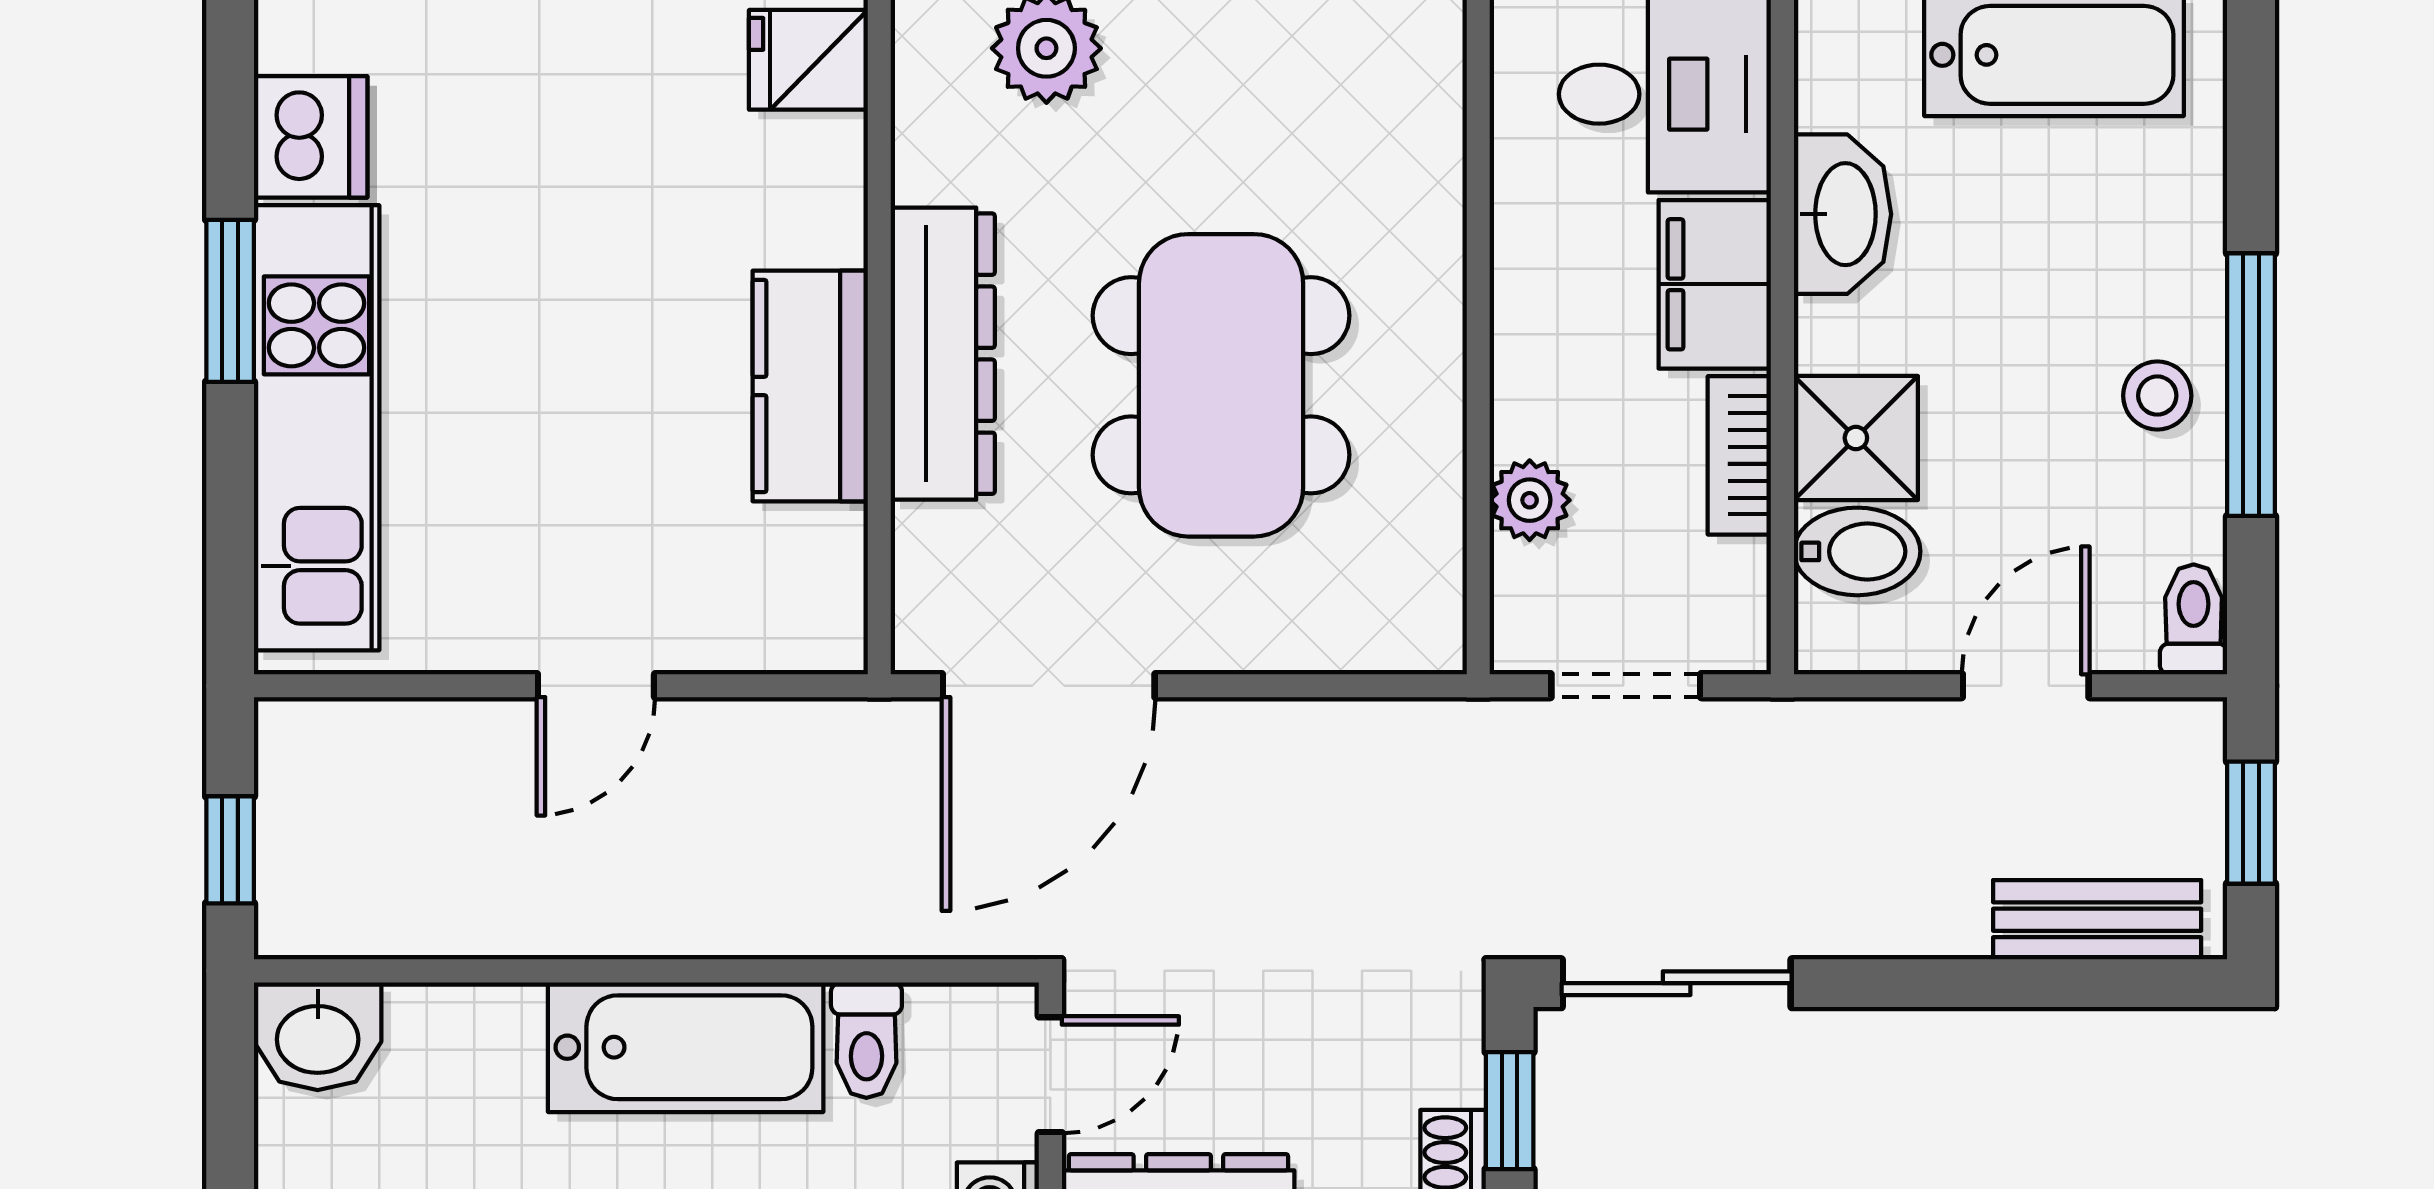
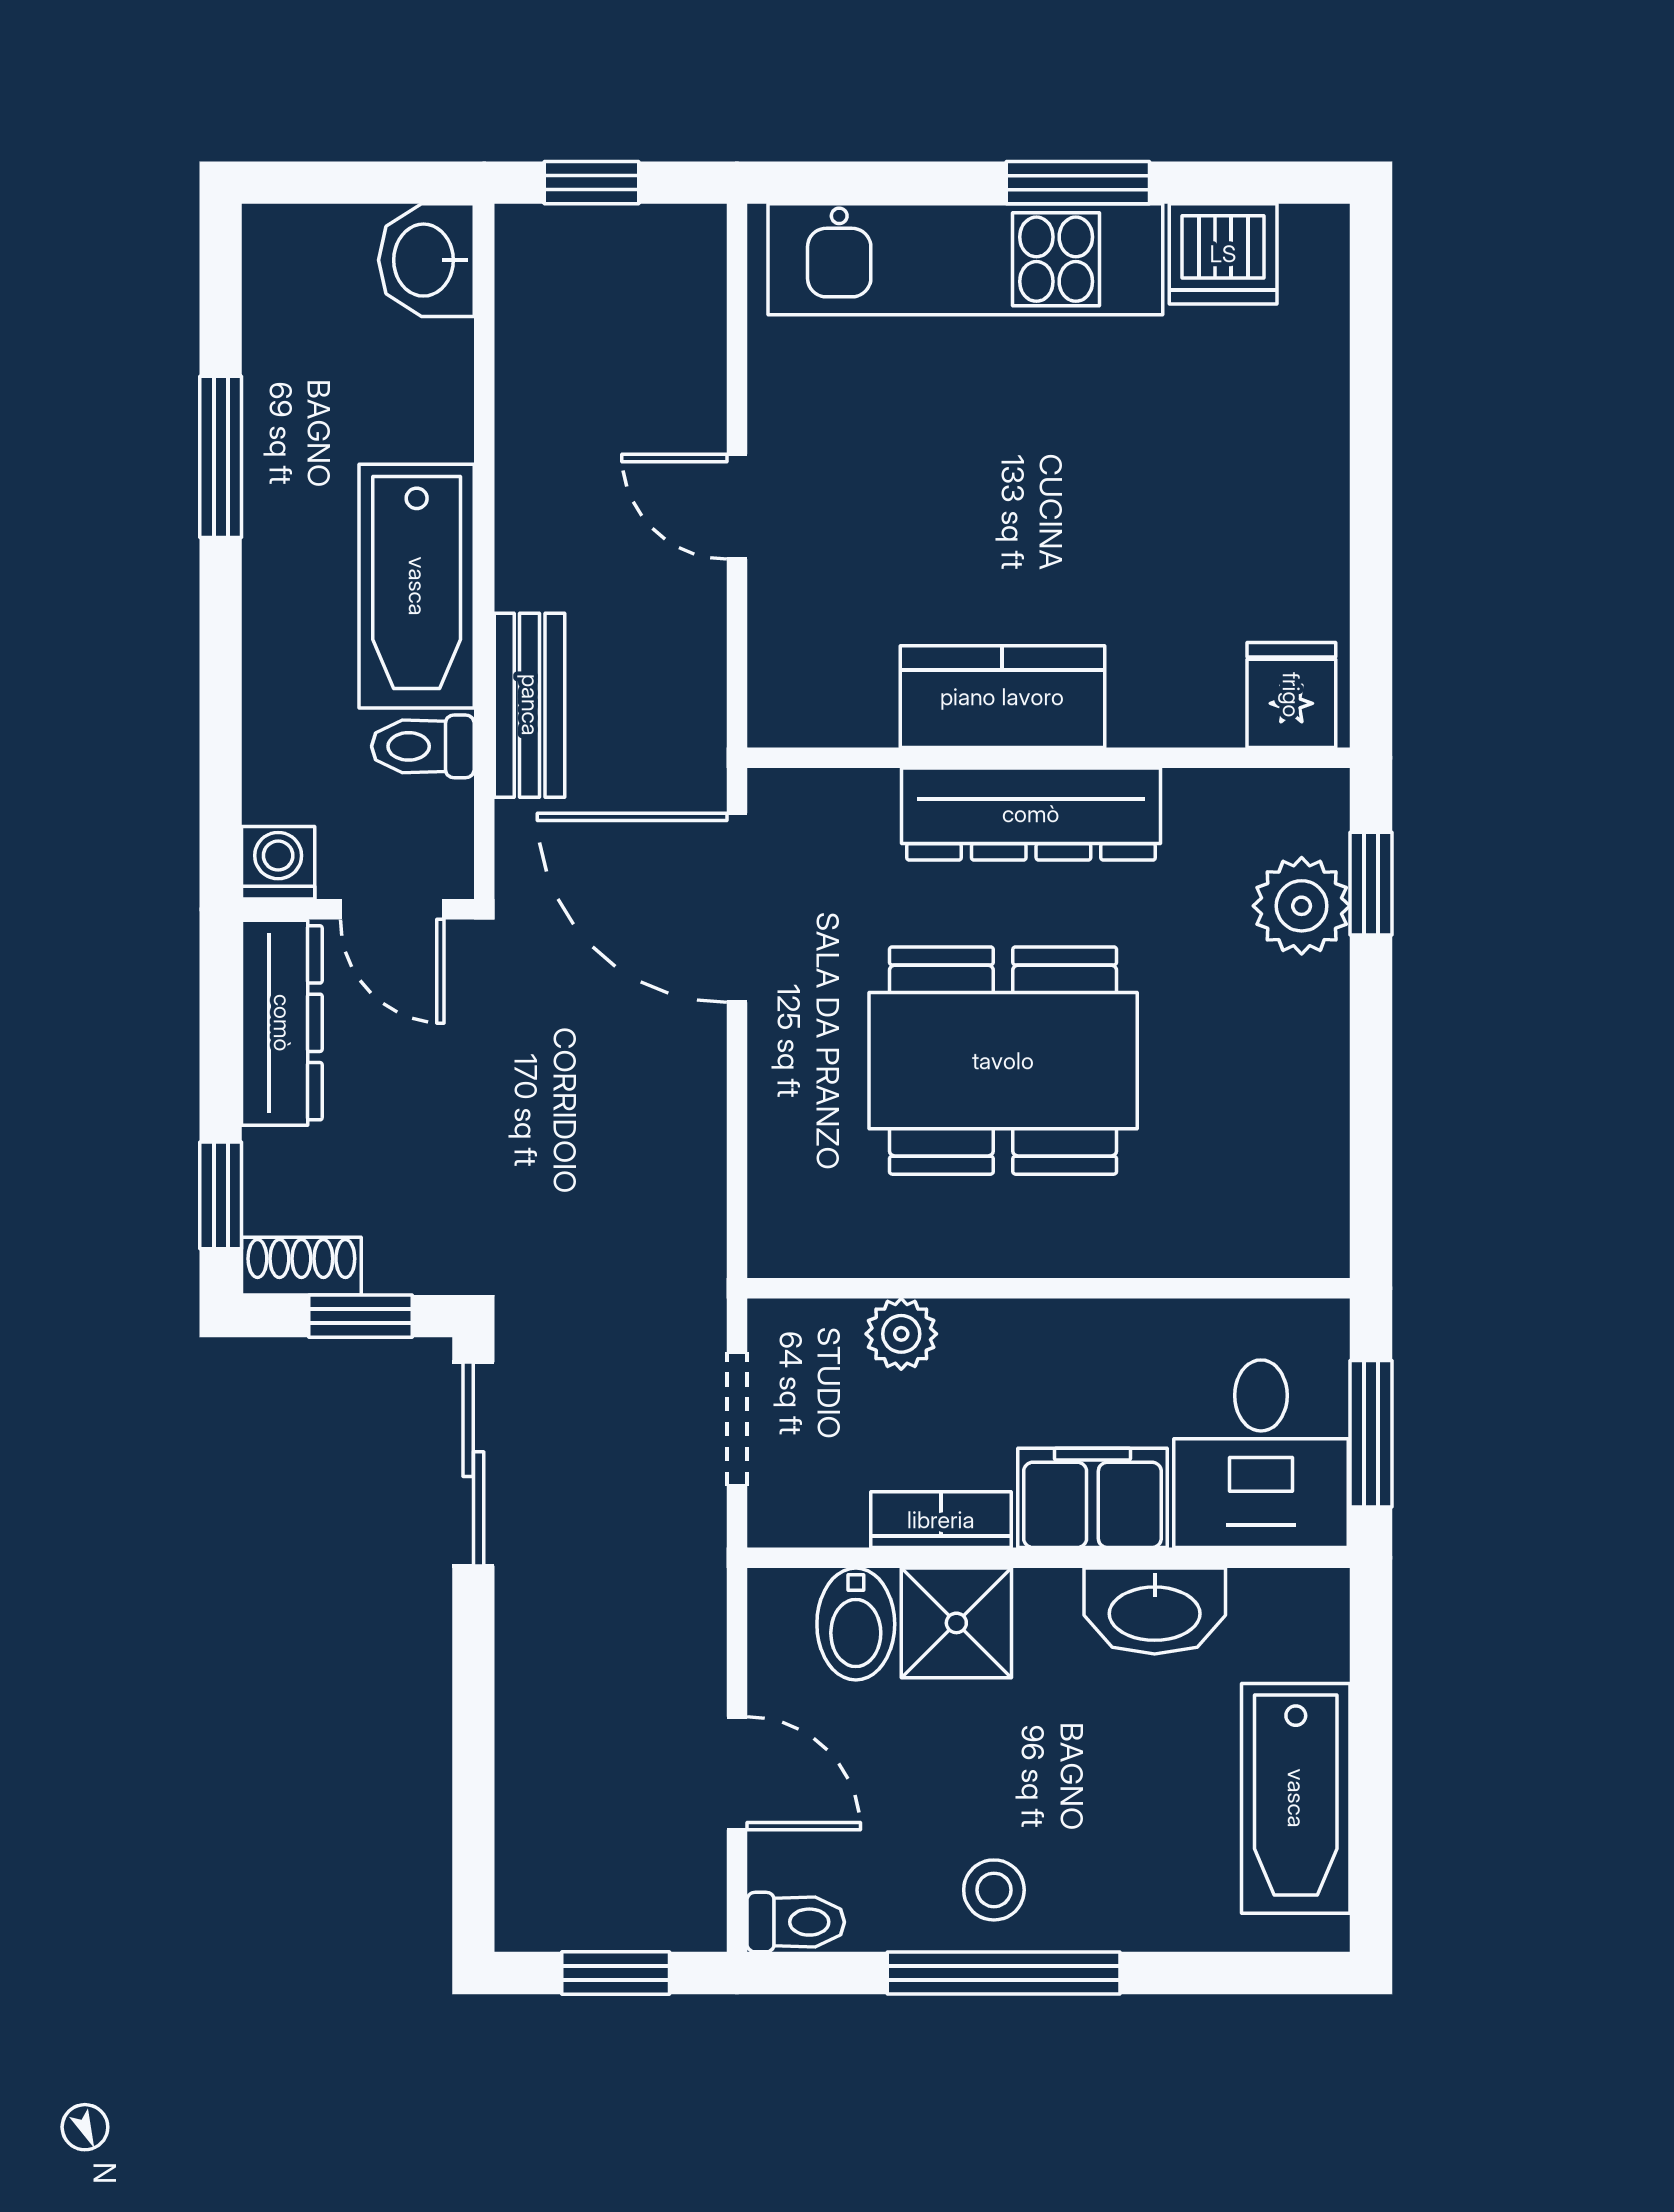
bench: (2097, 920) -> (530, 705), moved

